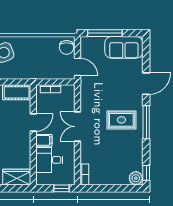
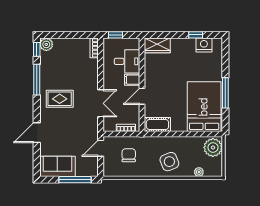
chair: (67, 47) -> (129, 155), moved
door: (78, 67) -> (101, 148), hinge flipped
window: (146, 122) -> (37, 80), moved
double door: (78, 127) -> (101, 103), moved

